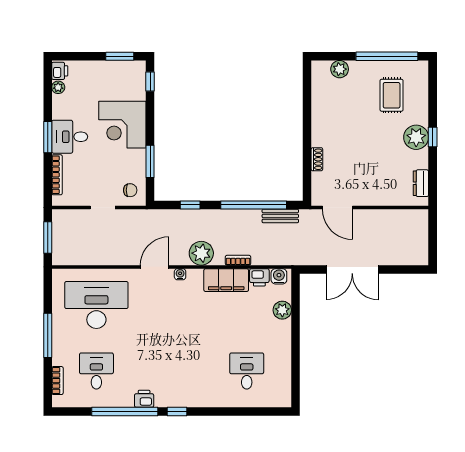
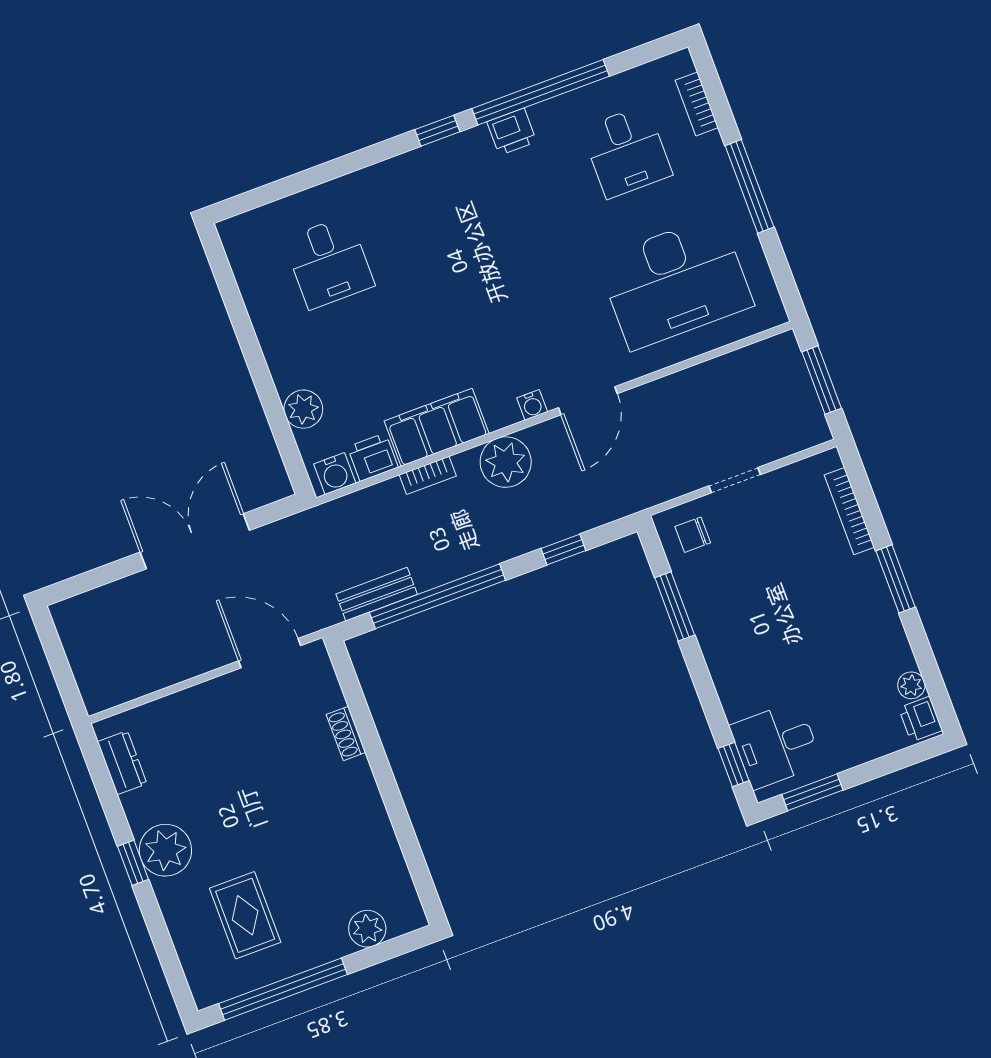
corner desk: (122, 125) -> (757, 659), removed
desk: (70, 137) -> (776, 745), moved, turned 180

